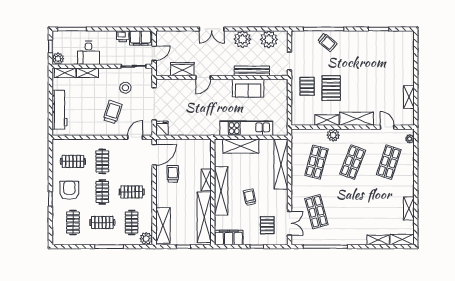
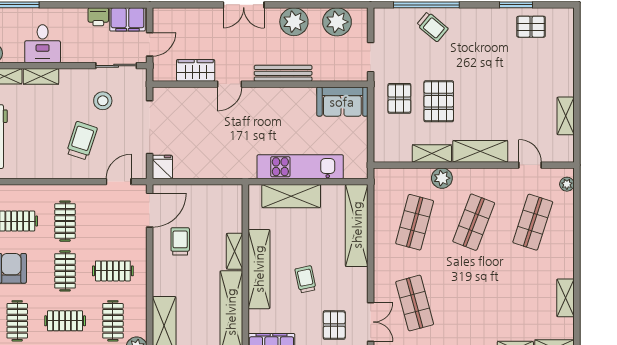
pallet: (388, 42) -> (531, 27), added
bench: (252, 71) -> (283, 73), moved
sofa: (248, 88) -> (342, 102), moved

